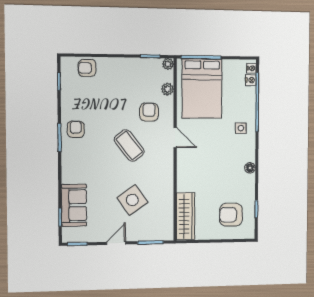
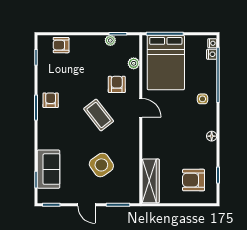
plant: (168, 64) -> (110, 40), moved
door: (116, 243) -> (86, 205), swing flipped

